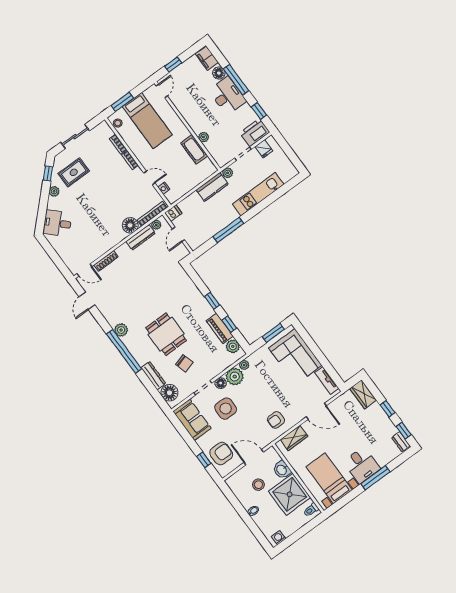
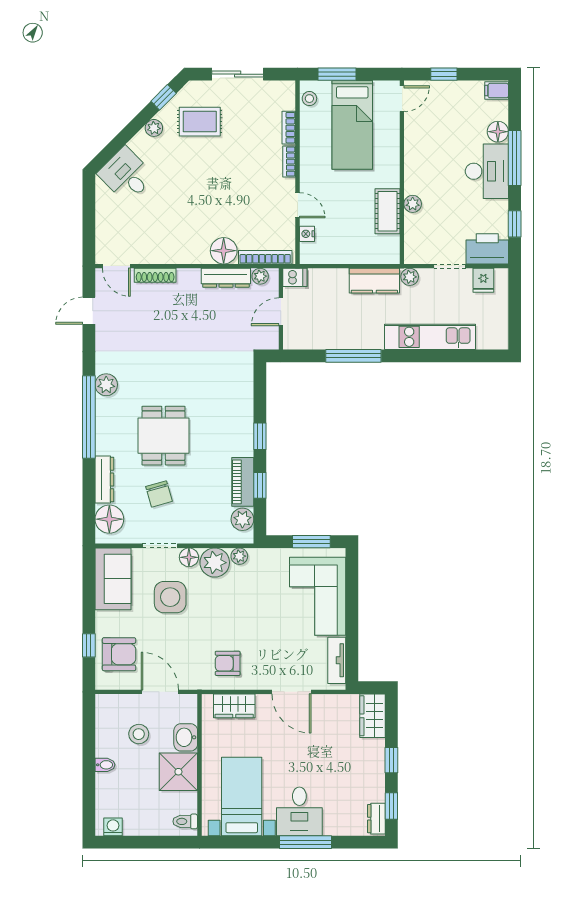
filing cabinet: (207, 58) -> (497, 91), width x0.50
shower: (290, 494) -> (178, 772), width x0.73, depth x0.73

